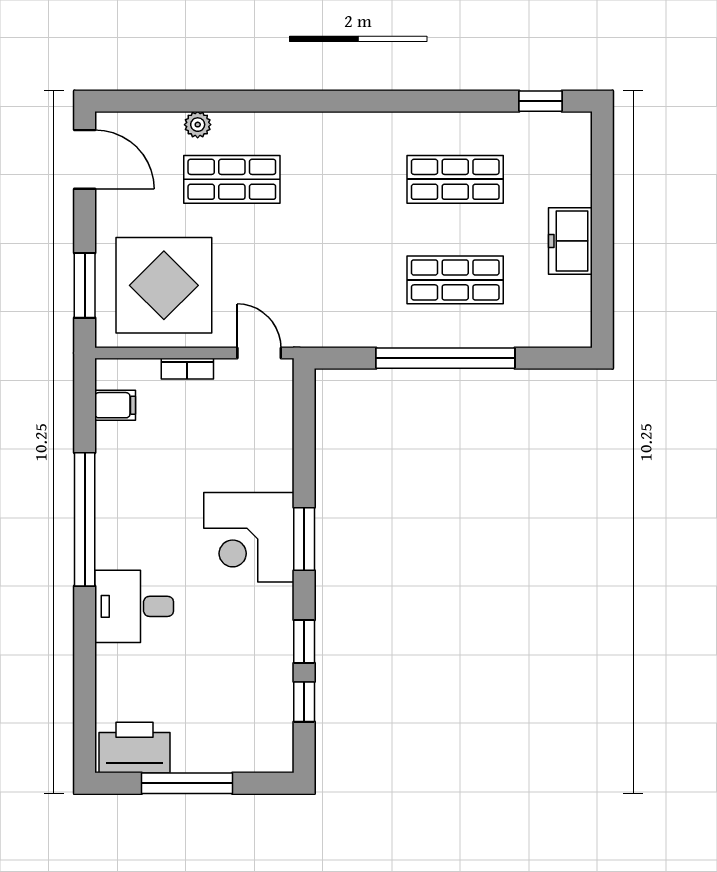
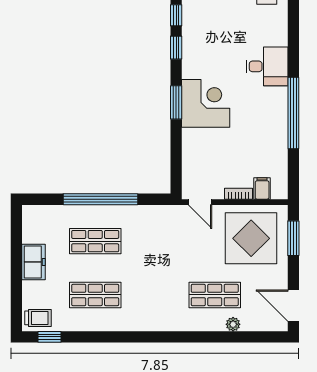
trolley: (562, 136) -> (38, 318), added
filing cabinet: (115, 405) -> (262, 188), moved, turned 90

